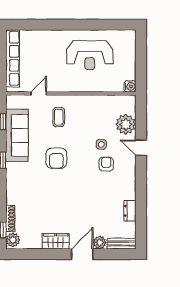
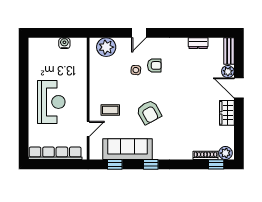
reception desk: (90, 55) -> (51, 102), moved
water cooler: (130, 86) -> (64, 43), moved
door: (39, 93) -> (88, 129), swing flipped
plant: (126, 124) -> (106, 47), moved
armchair: (56, 158) -> (149, 112), turned 61
armchair: (106, 164) -> (154, 65), turned 180

